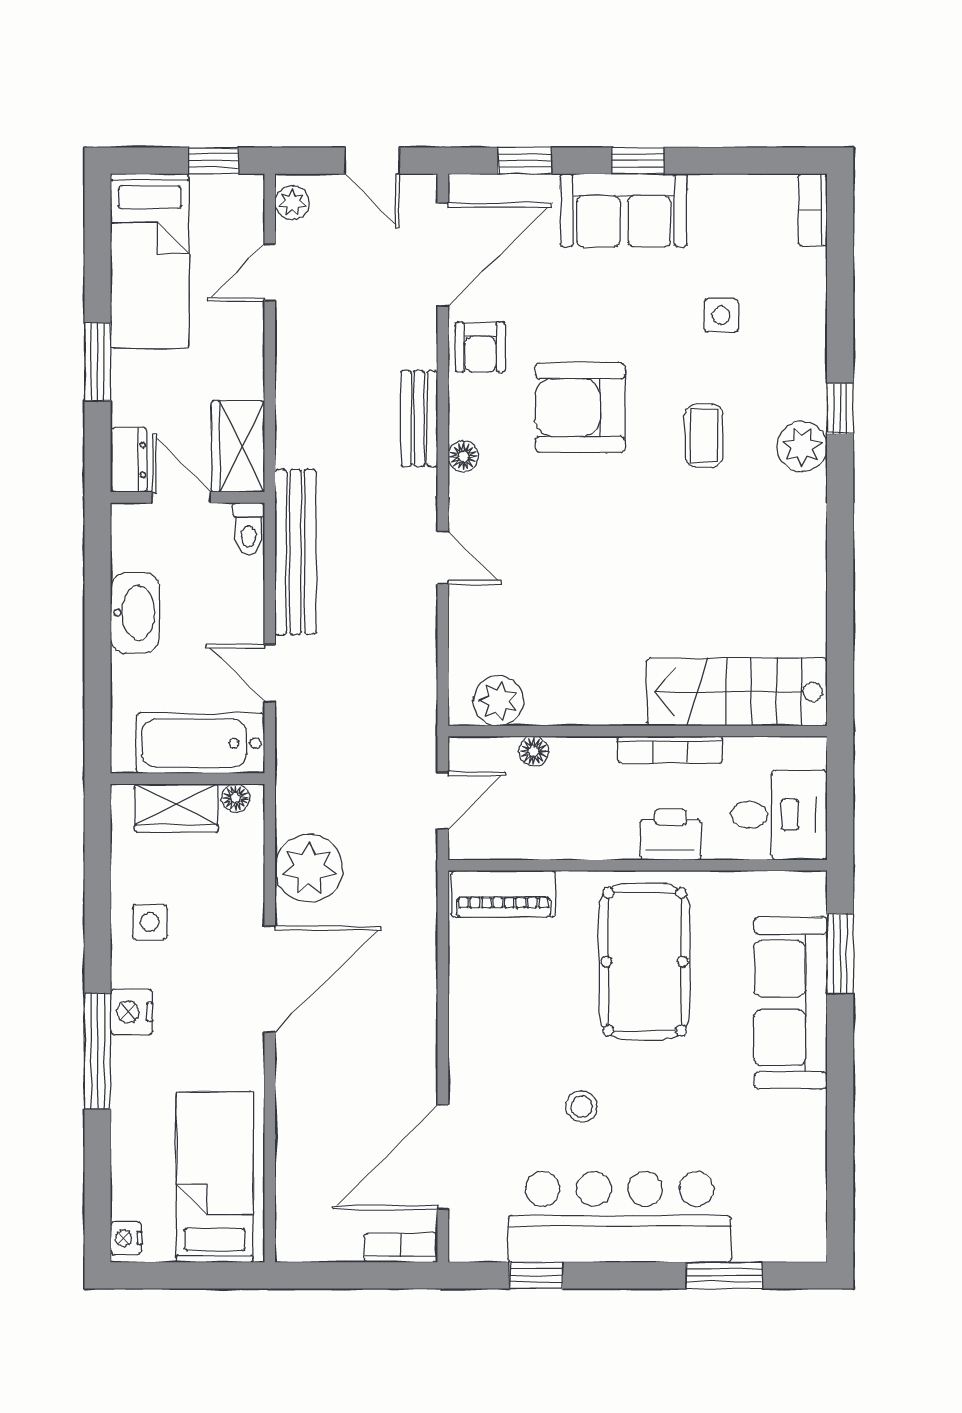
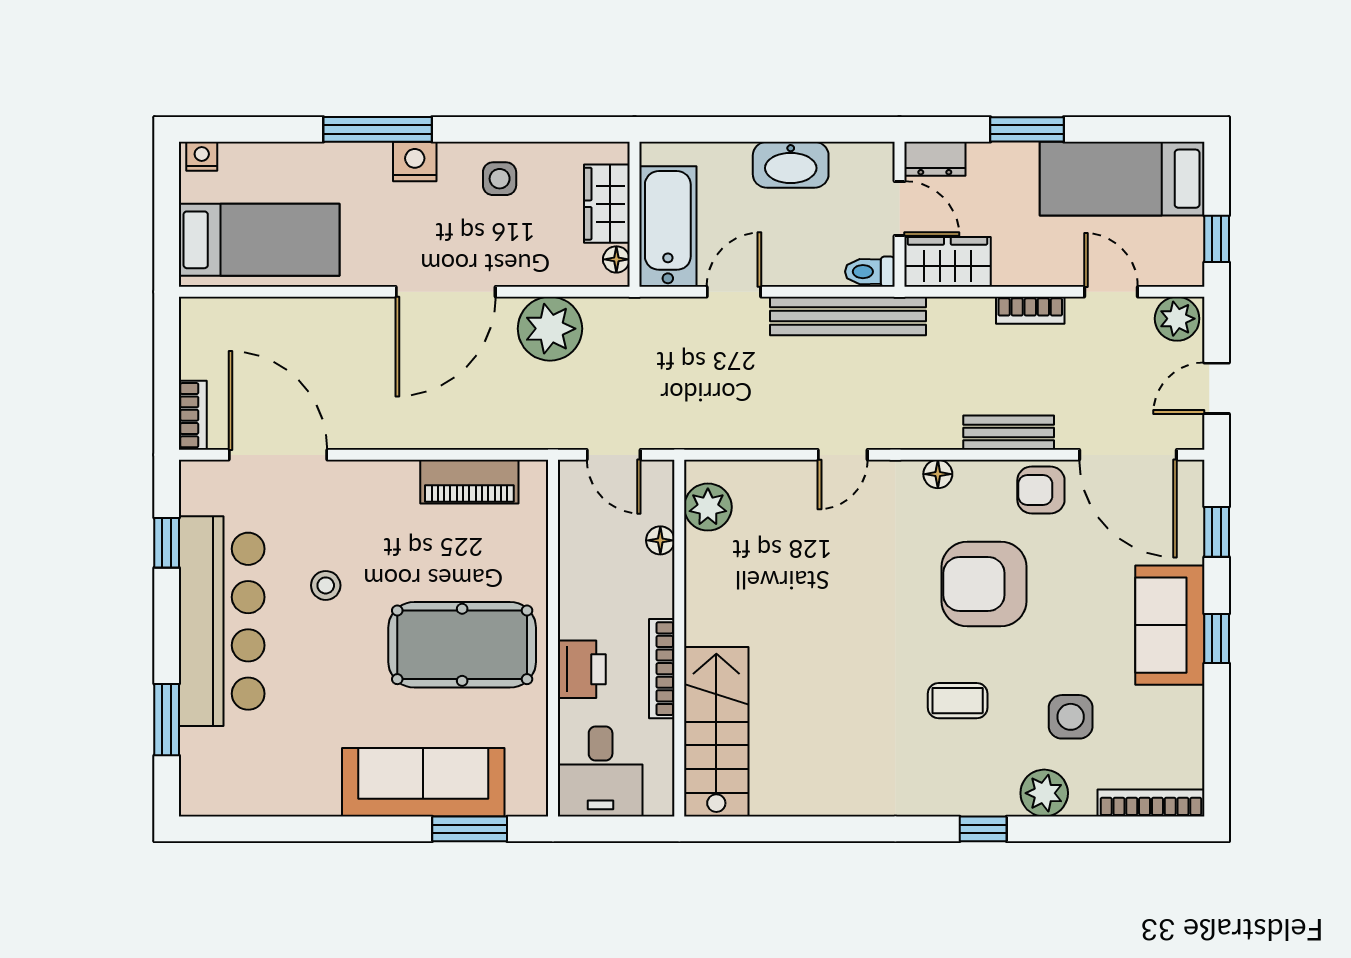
plant: (292, 203) -> (1177, 319), width x1.38, depth x1.38
bookcase: (813, 210) -> (1151, 803), width x1.56
side table: (721, 316) -> (1071, 717), width x1.37, depth x1.37
bookcase: (289, 358) -> (1030, 310), added
armchair: (580, 408) -> (984, 584), turned -90
bench: (419, 418) -> (1009, 433), moved
plant: (802, 447) -> (1044, 793), moved
door: (181, 497) -> (899, 208), hinge flipped
piano: (504, 894) -> (469, 482), moved, turned -90
door: (270, 979) -> (446, 292), hinge flipped

